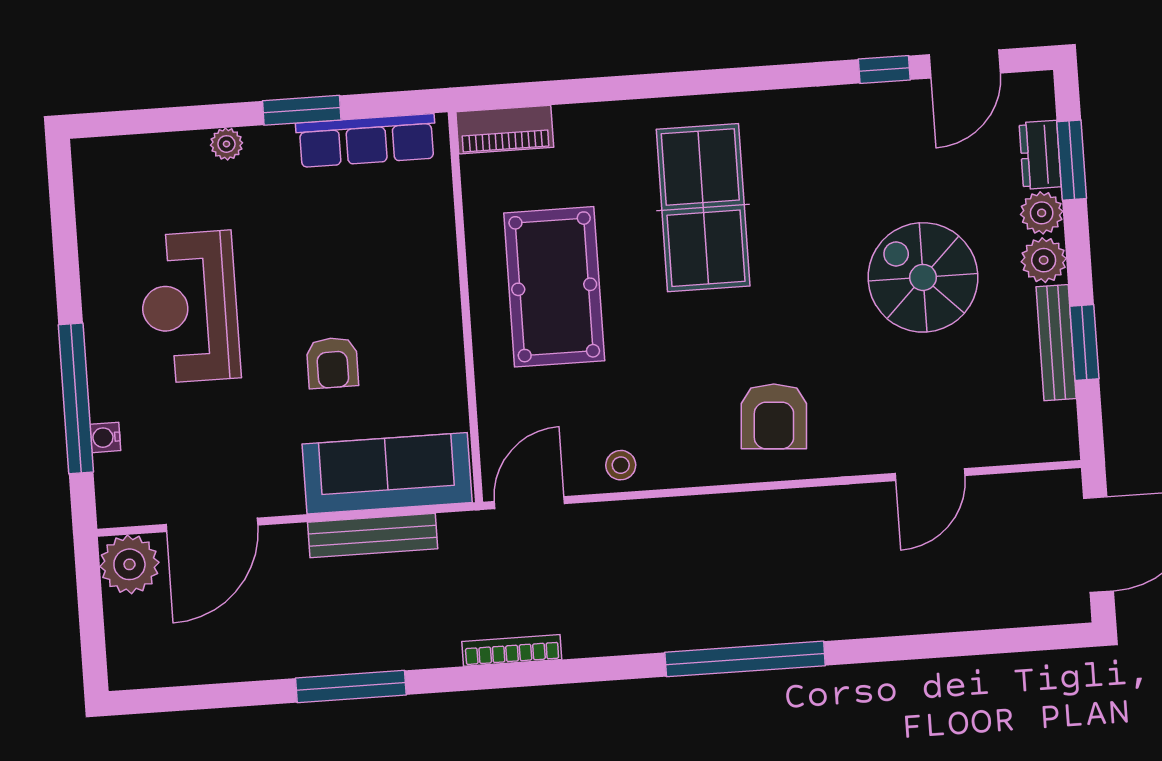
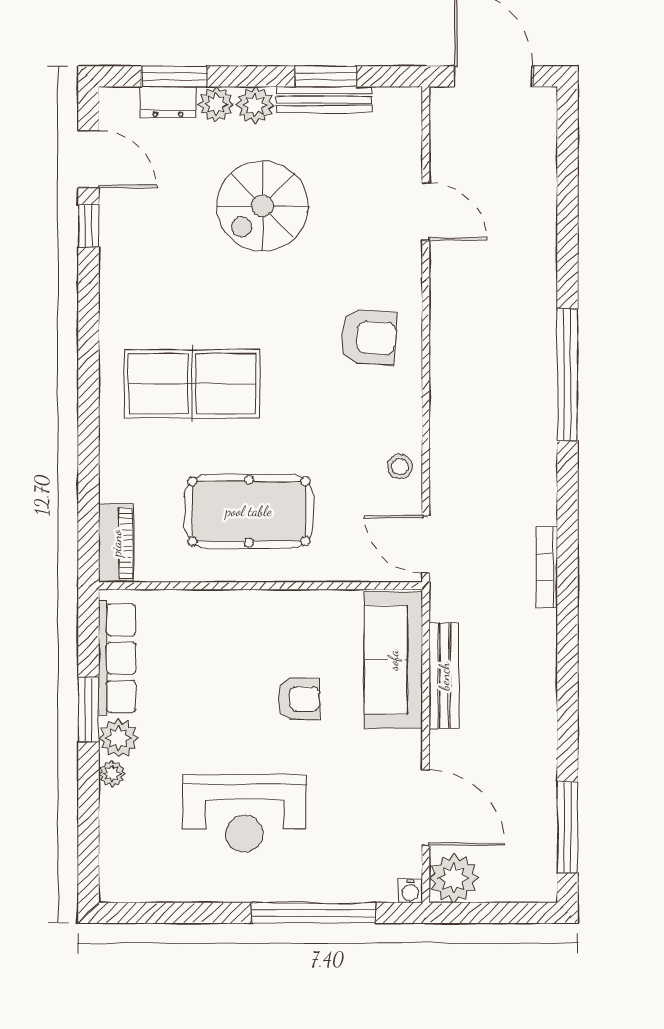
plant: (270, 149) -> (118, 738), added
water cooler: (105, 437) -> (410, 891), moved
window: (351, 687) -> (567, 827), moved

